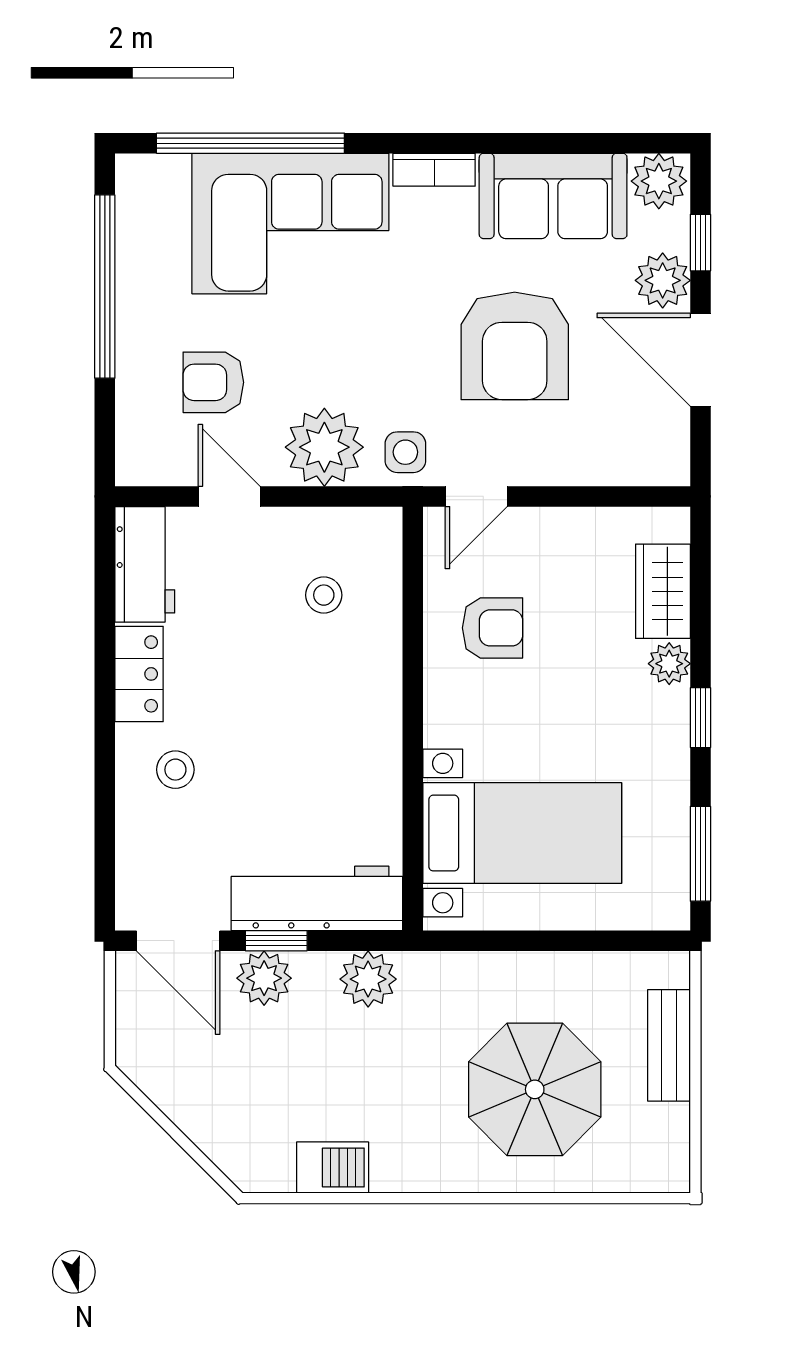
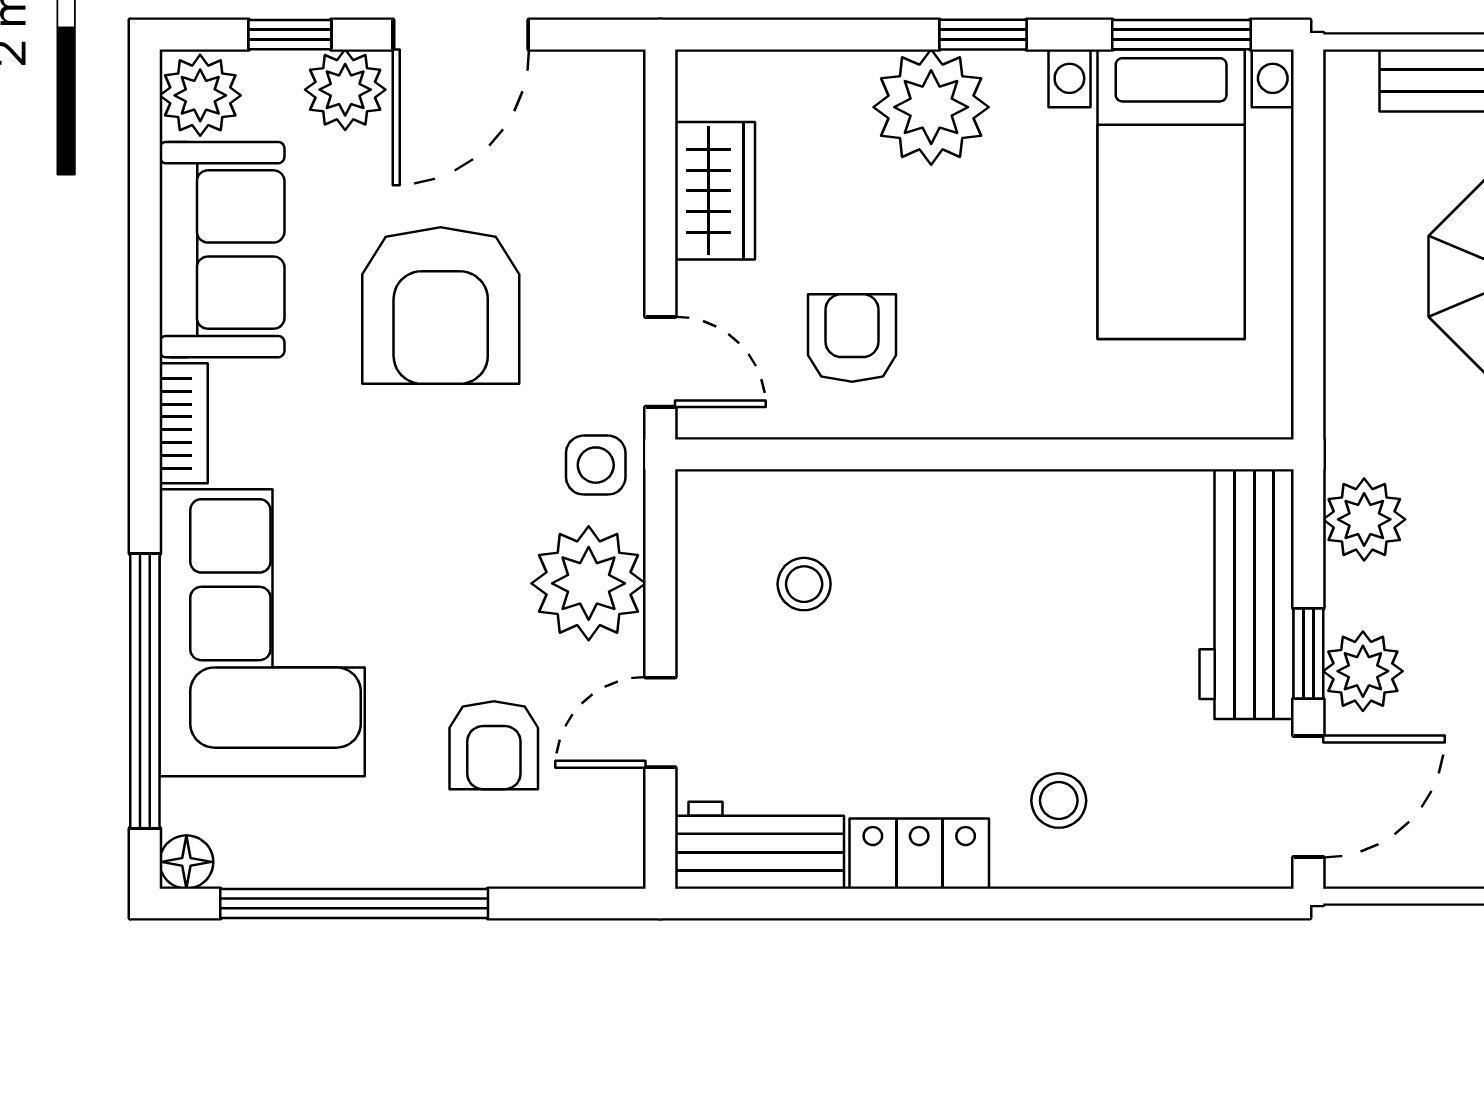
floor lamp: (133, 172) -> (186, 862), added
armchair: (515, 346) -> (441, 306), turned 90
wardrobe: (663, 591) -> (715, 191), moved, turned -90
plant: (669, 664) -> (931, 107), width x1.87, depth x1.87
bed with nightstands: (522, 833) -> (1171, 194), moved, turned 180

